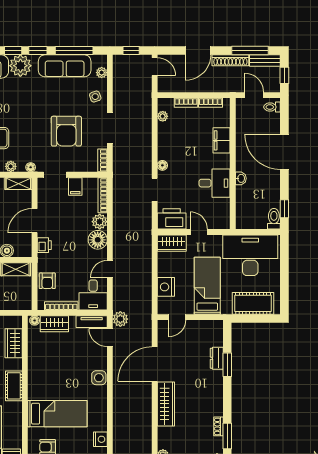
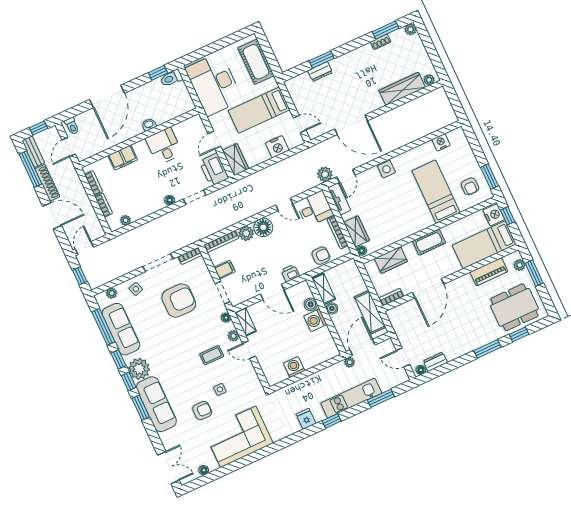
wardrobe: (166, 404) -> (402, 89), moved

